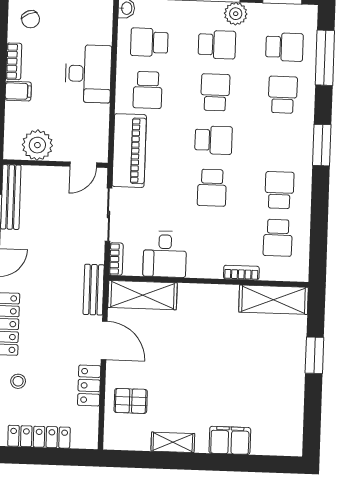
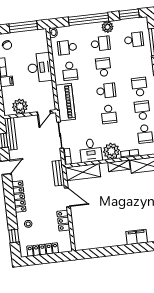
school desk: (283, 95) -> (139, 87), moved
plant: (206, 262) -> (111, 151), added
pallet: (131, 401) -> (85, 225), removed
shelving: (173, 442) -> (119, 166), moved

